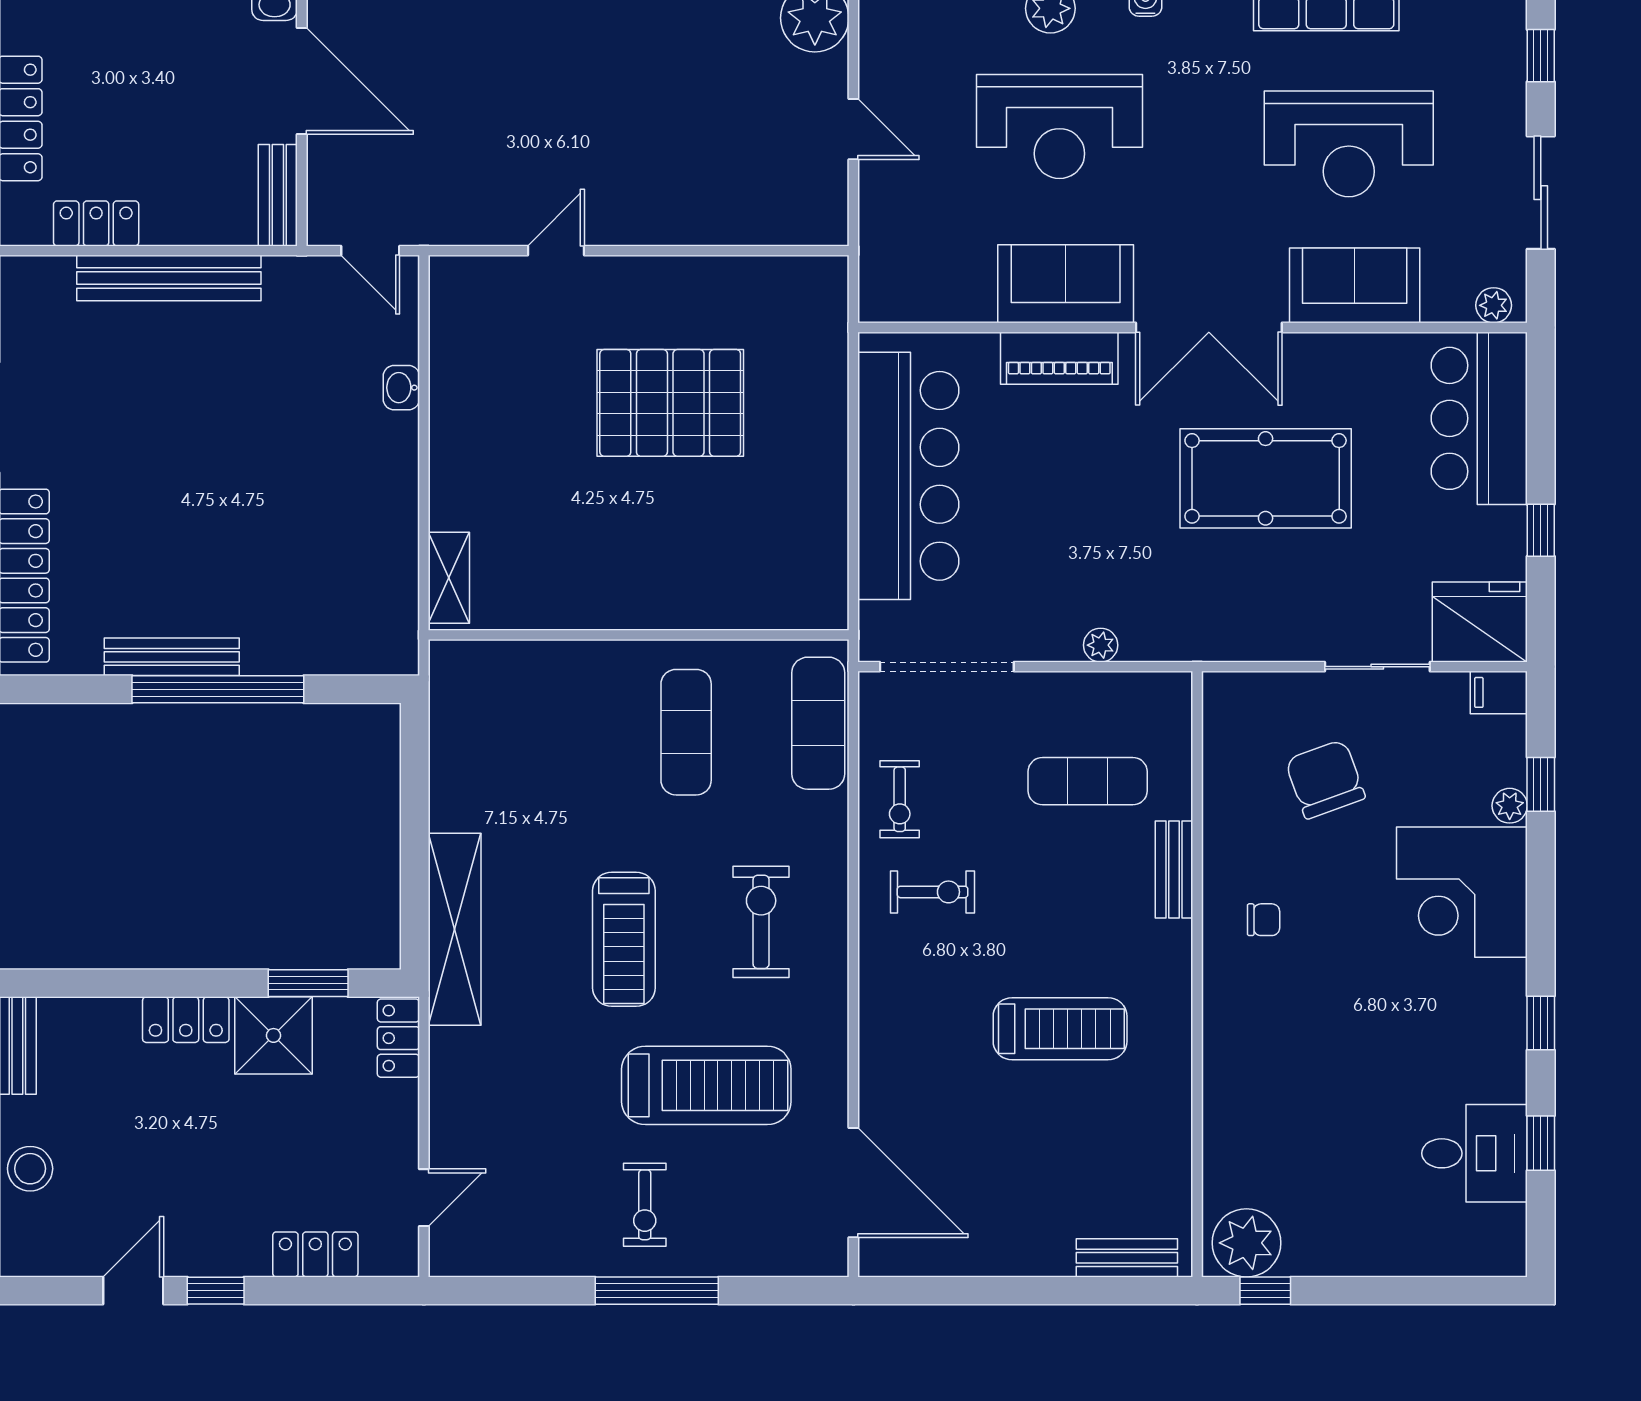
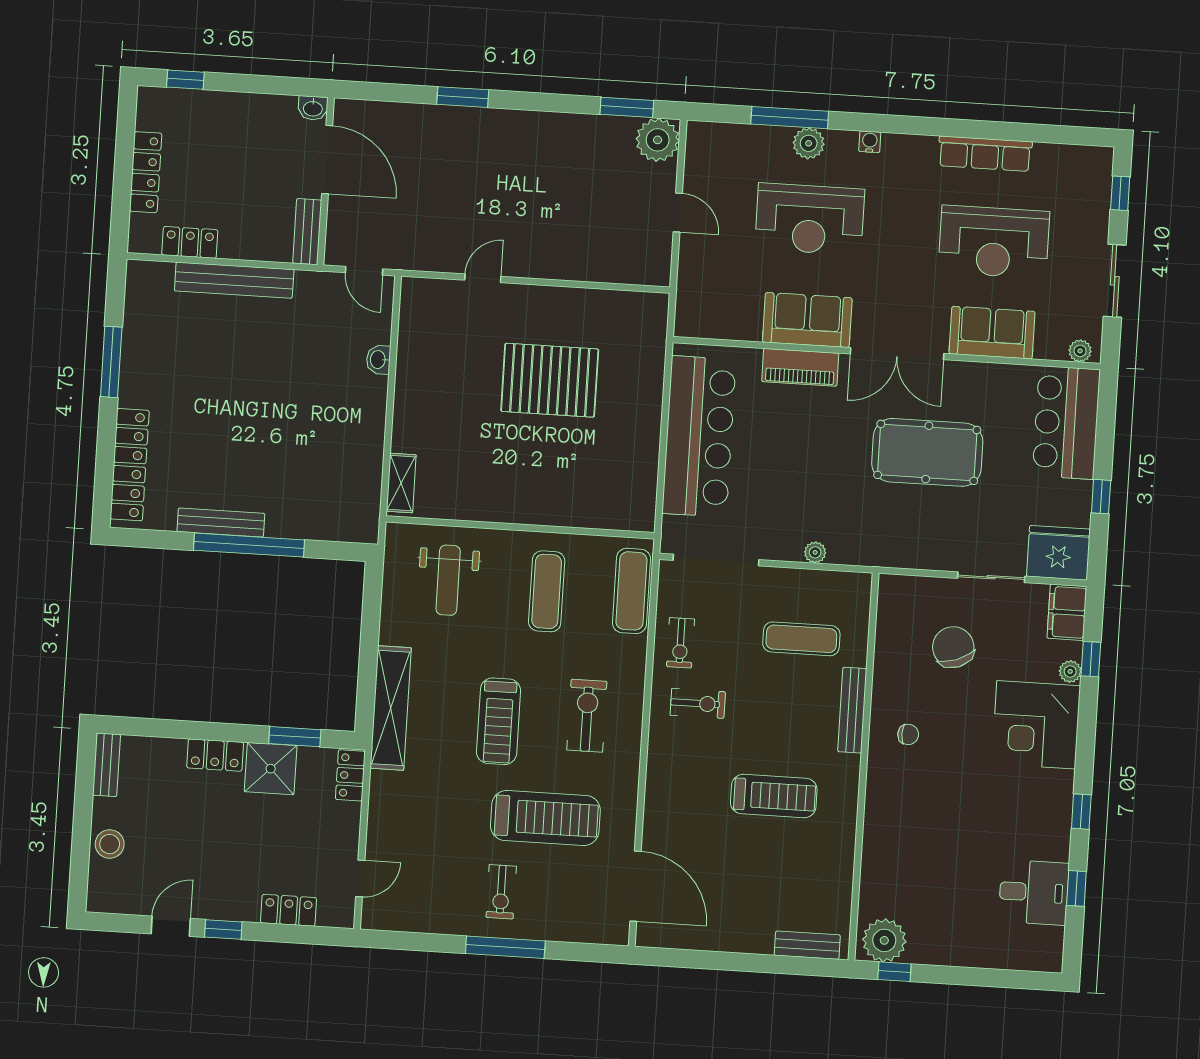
filing cabinet: (1499, 692) -> (1067, 612), width x2.00
weight bench: (532, 724) -> (448, 580), added
bench: (1174, 869) -> (852, 710), width x1.36

